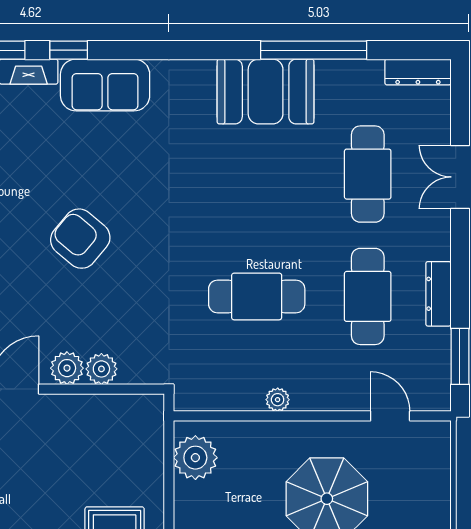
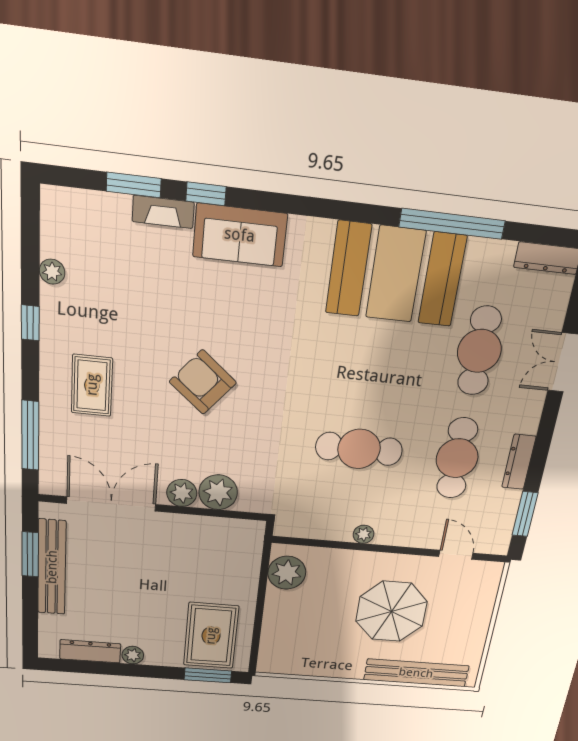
booth: (266, 92) -> (396, 274), width x1.36, depth x1.42
plant: (101, 369) -> (218, 492), width x1.36, depth x1.36

